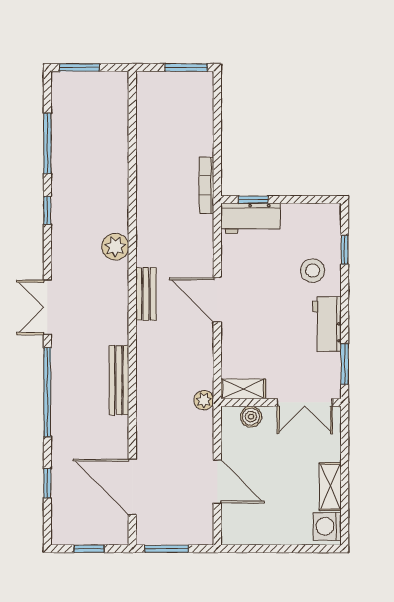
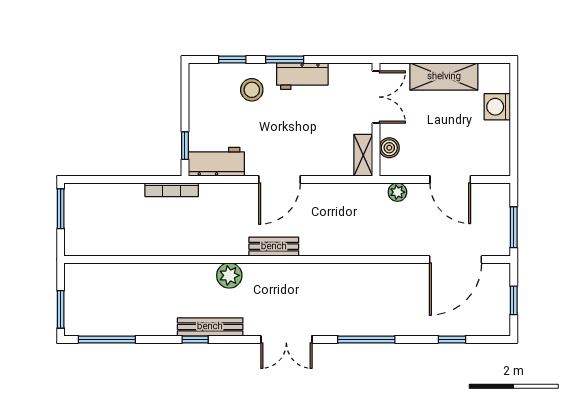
window: (47, 143) -> (107, 339), moved
workbench: (250, 218) -> (216, 162), moved, turned -90
window: (345, 364) -> (285, 60), moved
bench: (119, 380) -> (210, 327), moved
window: (47, 392) -> (366, 339), width x0.68
plant: (204, 400) -> (397, 192), moved
door: (217, 481) -> (450, 180), swing flipped
shelving: (330, 487) -> (444, 77), width x1.50, depth x1.33
washing machine: (327, 526) -> (497, 107), moved, turned 90

